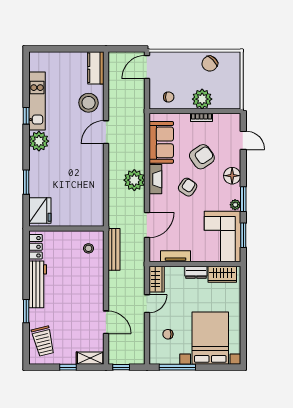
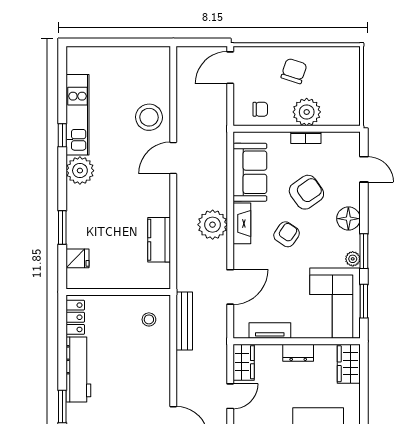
chair: (210, 64) -> (294, 71), moved, turned 152
kitchen counter: (96, 68) -> (159, 240), moved
fridge: (40, 211) -> (77, 258), width x0.53, depth x0.75
wardrobe: (222, 274) -> (349, 364), moved, turned 90

